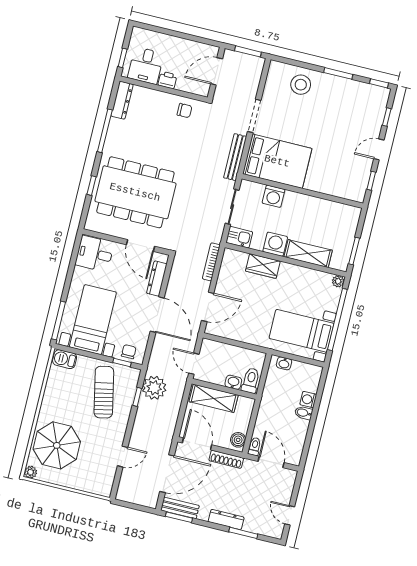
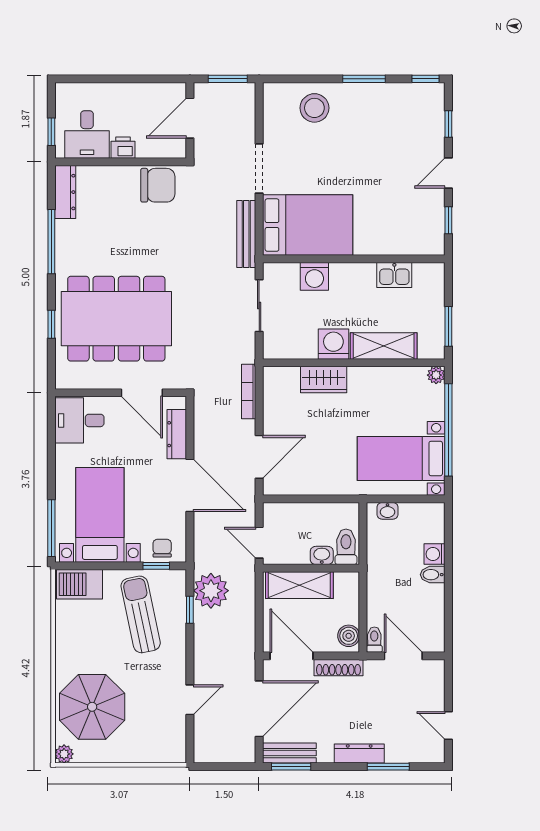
chair: (184, 111) -> (158, 185), width x1.87, depth x1.87
kitchen sink: (239, 237) -> (394, 275), moved, turned 180
barbecue: (65, 359) -> (80, 584), width x1.38, depth x1.27

